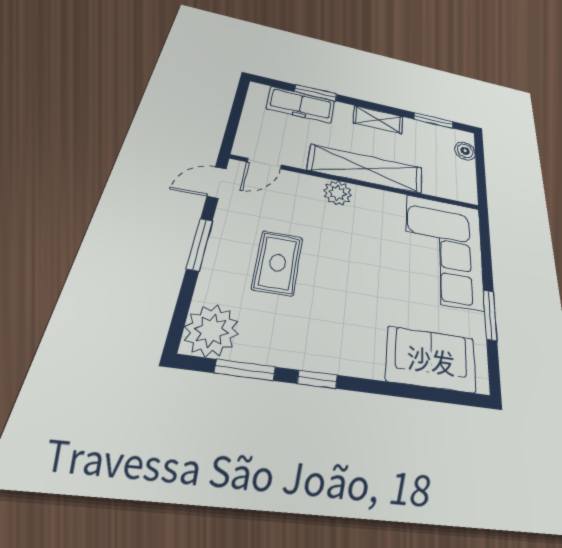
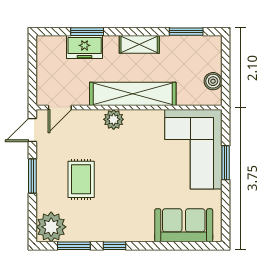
freezer: (301, 105) -> (85, 47), width x0.71
boiler: (465, 151) -> (213, 81), moved
window: (490, 315) -> (226, 163), moved

